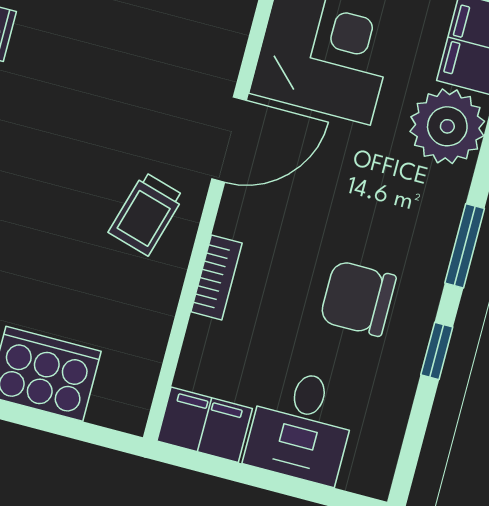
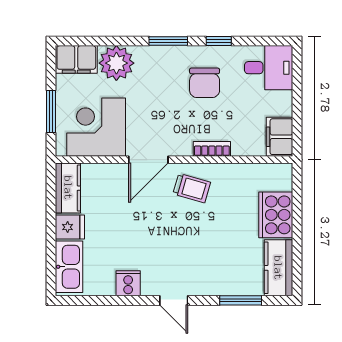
door: (229, 140) -> (148, 160), swing flipped
desk: (301, 426) -> (269, 68), moved

